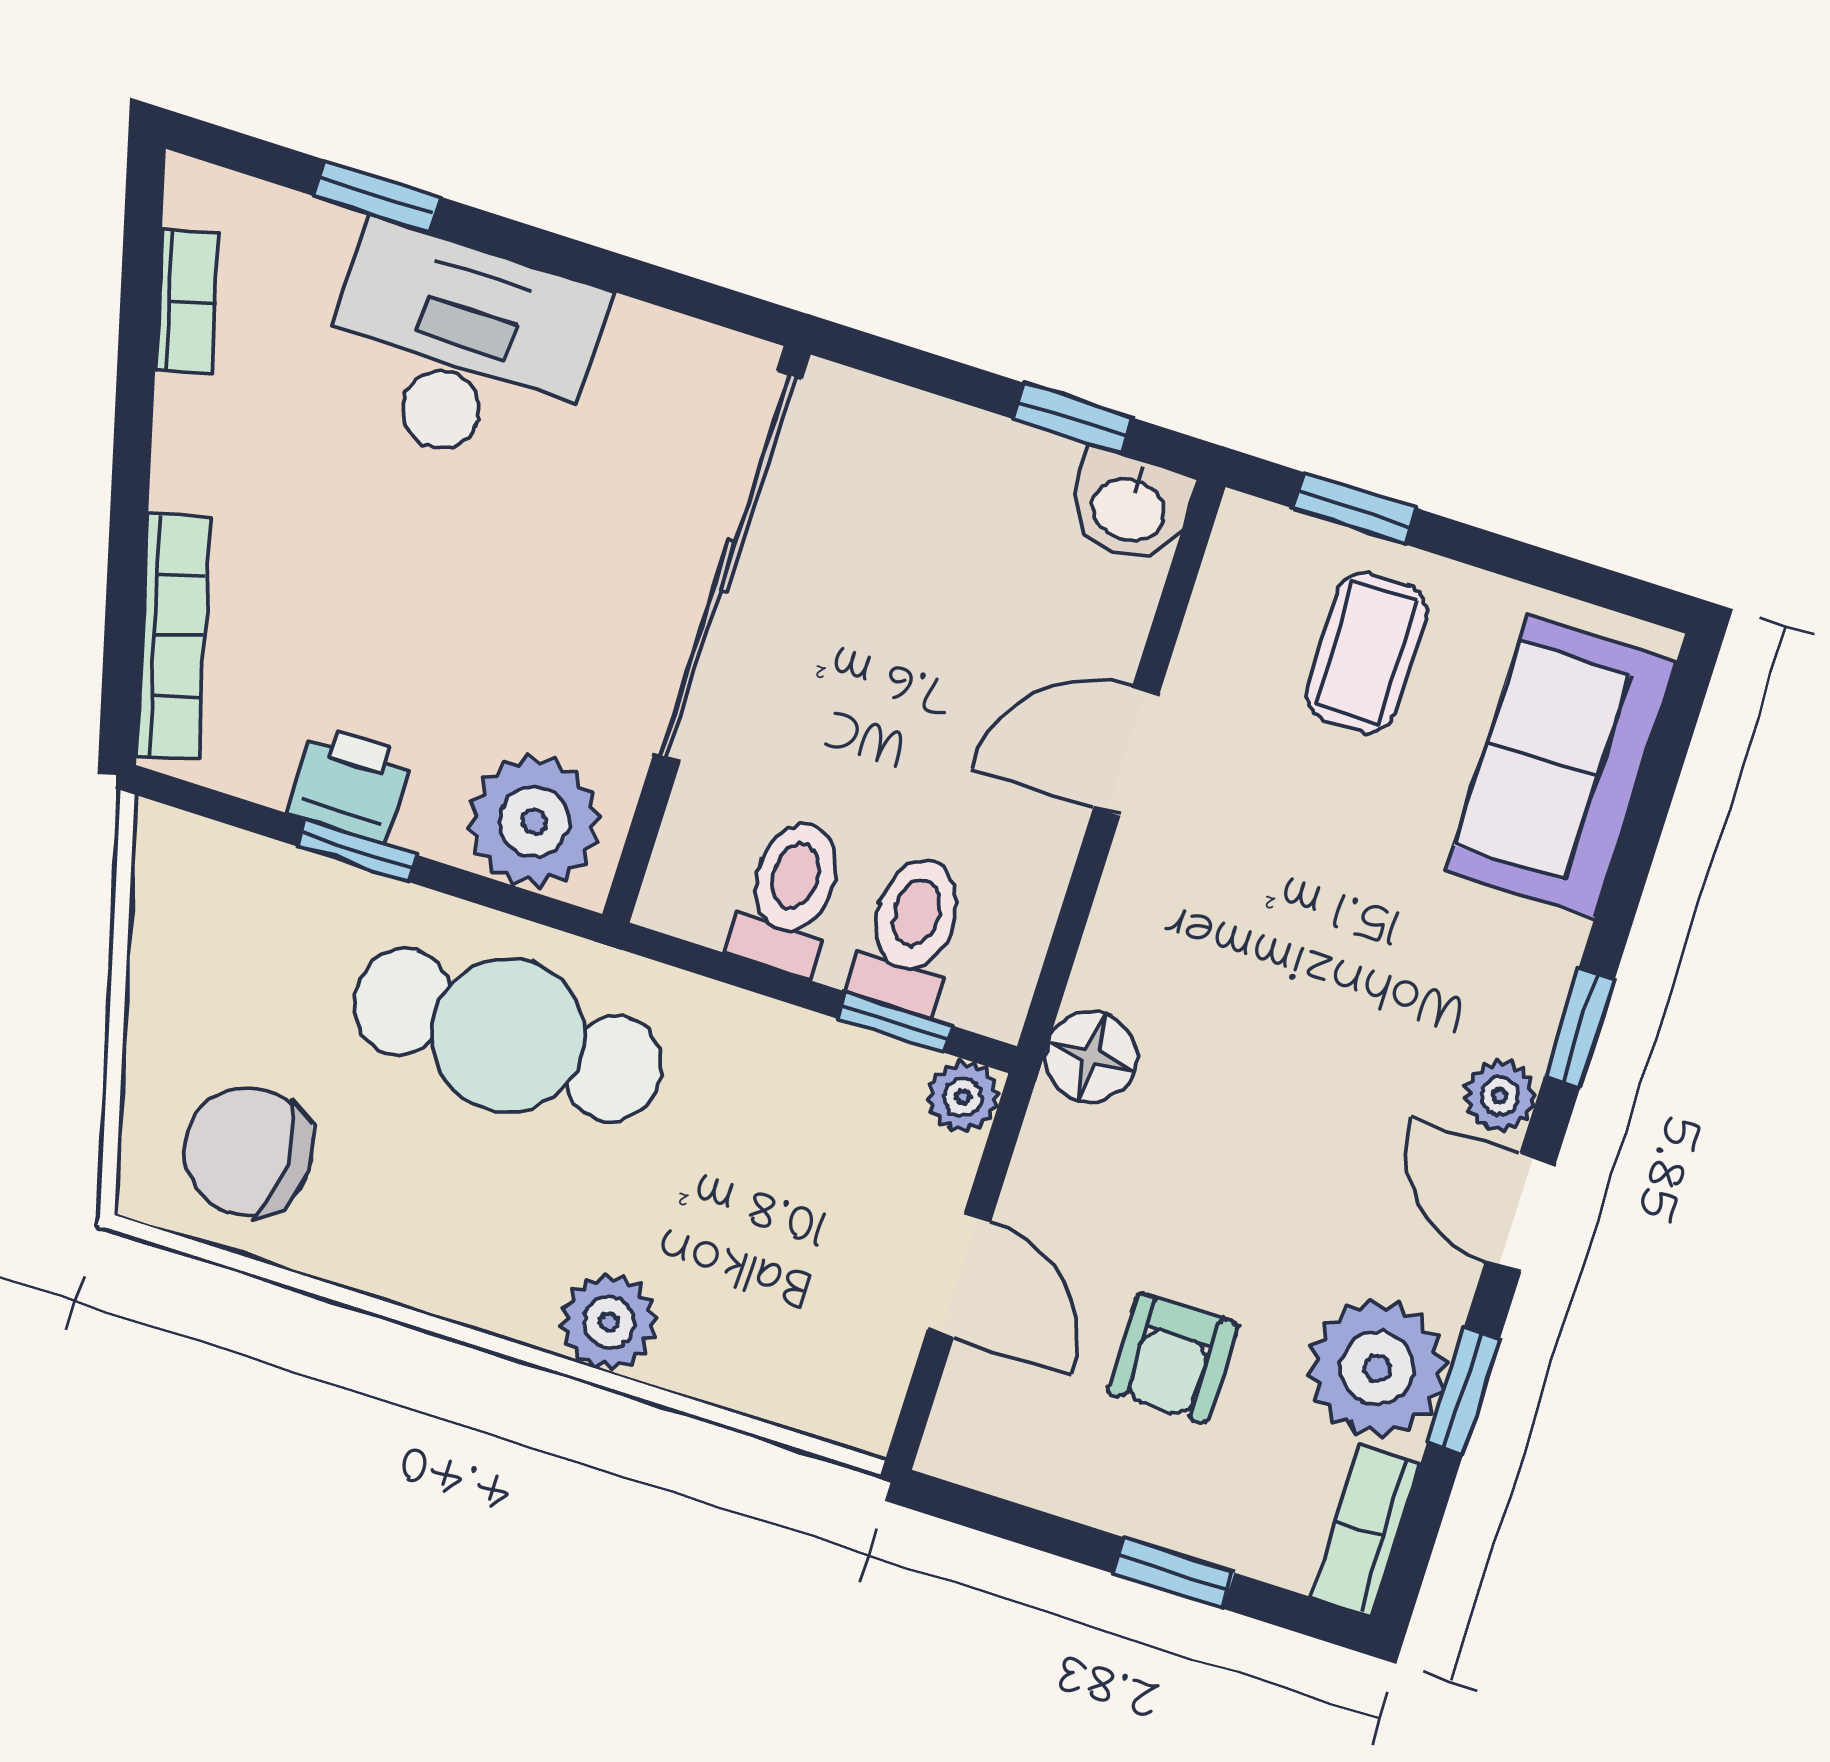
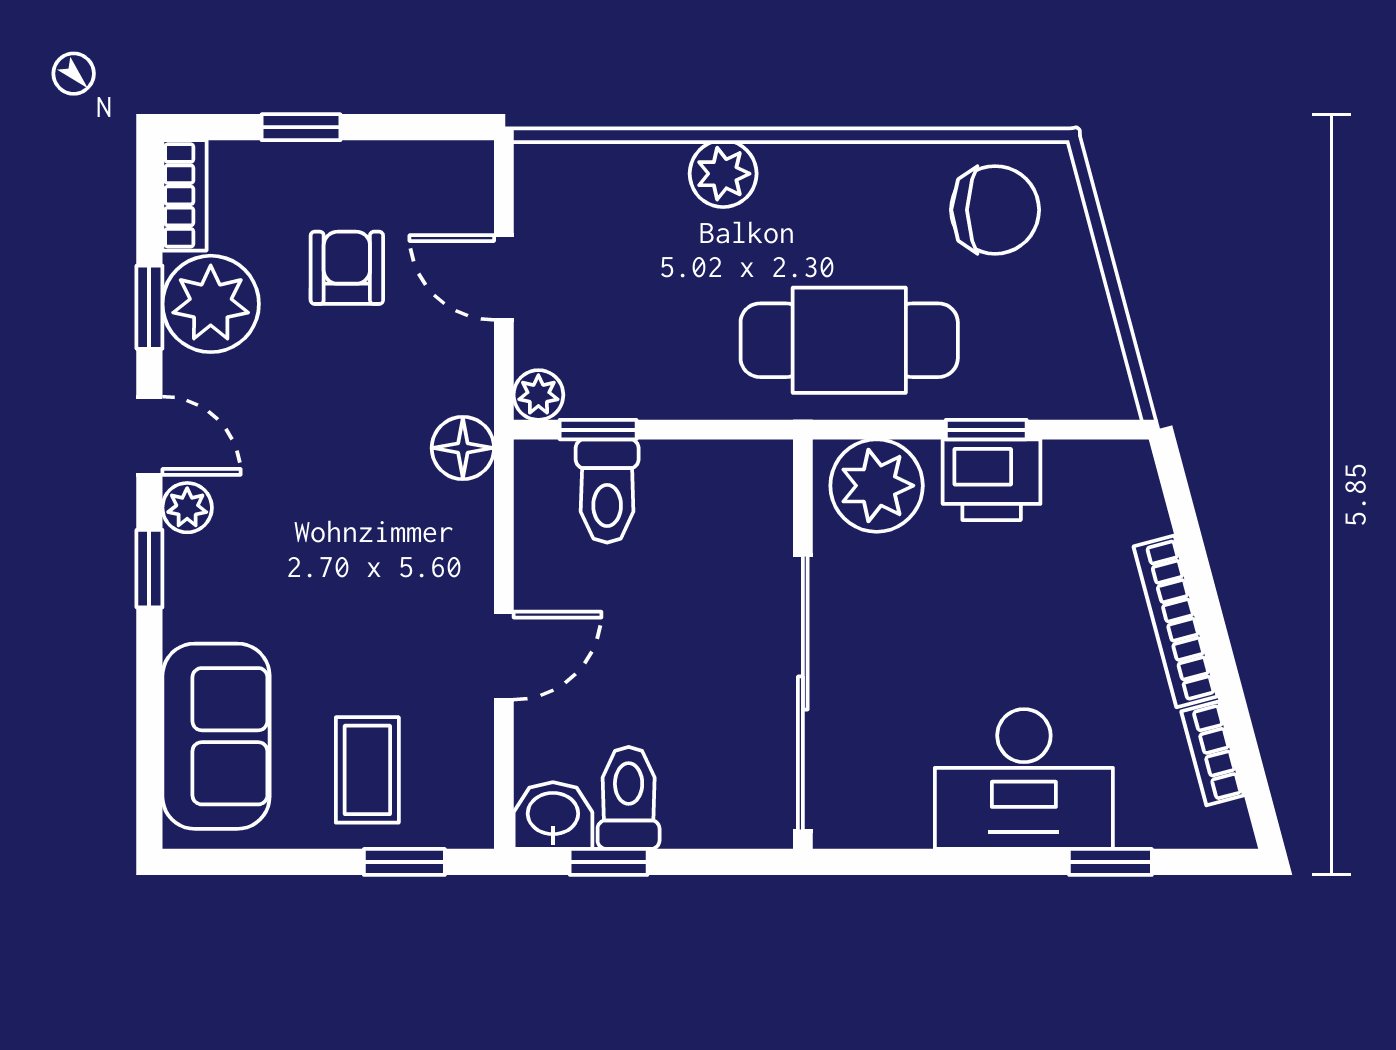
bookcase: (173, 636) -> (1175, 621), moved
printer: (351, 784) -> (992, 480), width x1.36, depth x1.24
toilet: (789, 896) -> (629, 798), moved, turned 180

